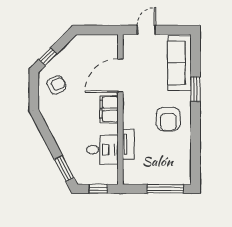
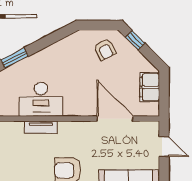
filing cabinet: (109, 109) -> (150, 87), moved, turned -90
desk: (102, 150) -> (41, 99), width x1.37

